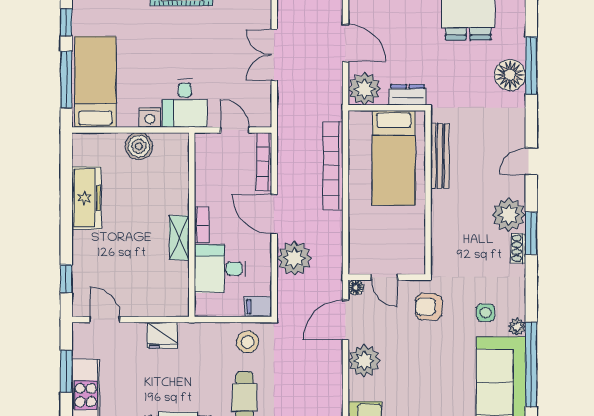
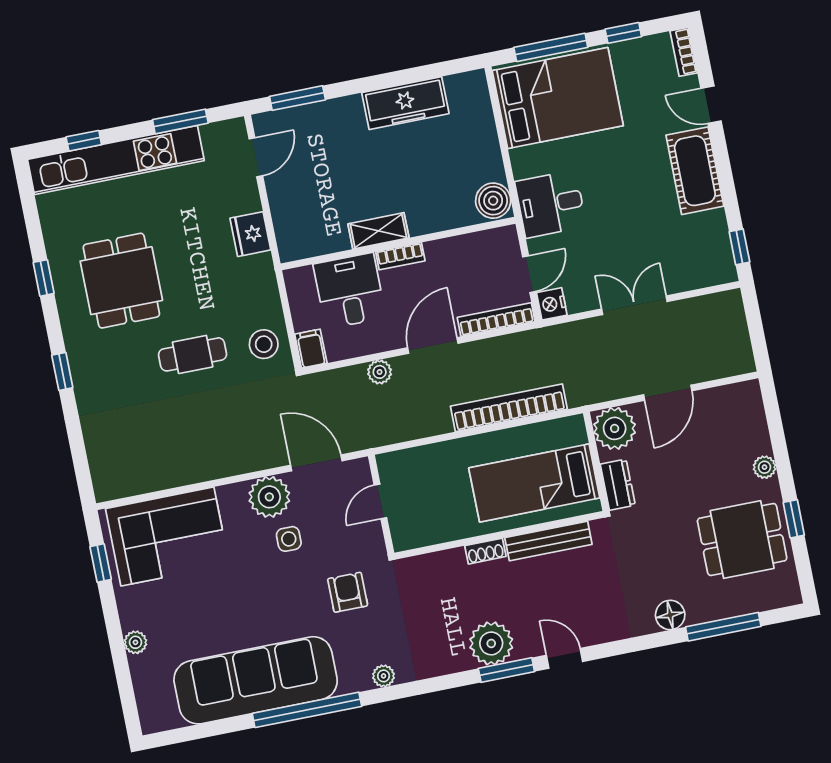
window: (531, 66) -> (723, 627), moved
floor lamp: (510, 75) -> (670, 615), width x0.73, depth x0.73
bed: (95, 82) -> (558, 98), width x1.50
nightstand: (150, 117) -> (552, 304), moved
boiler: (139, 146) -> (493, 201), moved
window: (531, 233) -> (506, 670), moved
shoe rack: (518, 248) -> (485, 551), moved, turned 180
plant: (294, 258) -> (380, 372), width x0.53, depth x0.53
window: (66, 279) -> (297, 98), width x1.50
floor lamp: (356, 287) -> (360, 468), removed
armchair: (429, 307) -> (348, 592), moved
side table: (486, 313) -> (289, 539), moved
plant: (517, 326) -> (384, 676), moved

